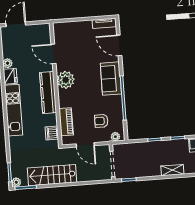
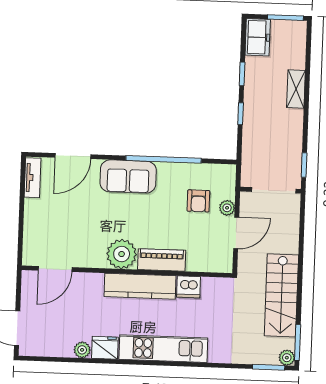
door: (53, 54) -> (55, 269), moved
piano: (66, 122) -> (162, 260), moved
dishwasher: (52, 133) -> (189, 287), moved
plant: (115, 137) -> (227, 208), moved

